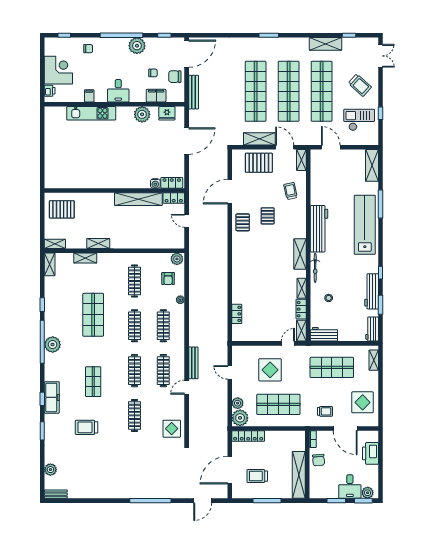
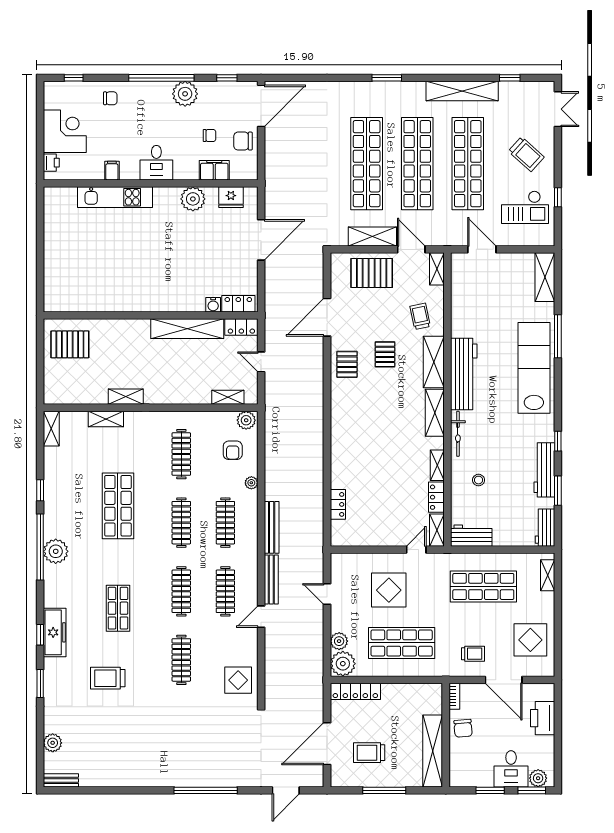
shelving: (325, 44) -> (462, 91), width x1.47
bench: (194, 92) -> (272, 527), moved
checkout: (359, 120) -> (525, 207), turned 180
shelving: (299, 221) -> (434, 362), added
shelving: (55, 244) -> (228, 397), moved

